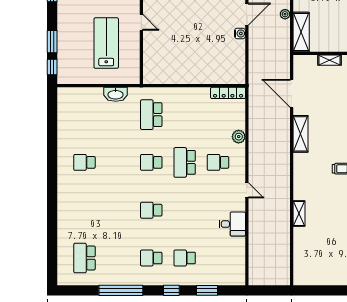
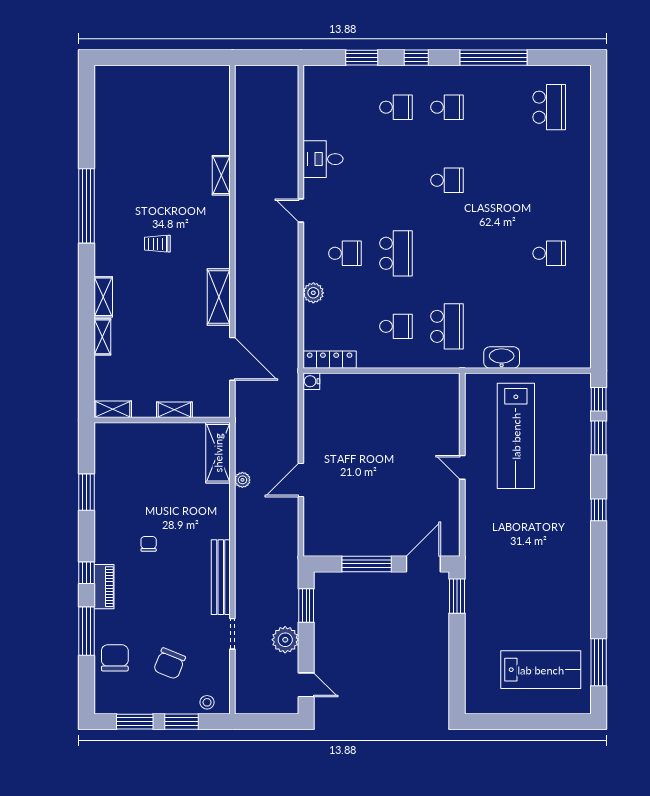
water cooler: (240, 33) -> (311, 381), moved
lab bench: (106, 43) -> (516, 436), width x1.36
school desk: (151, 162) -> (396, 326), moved

